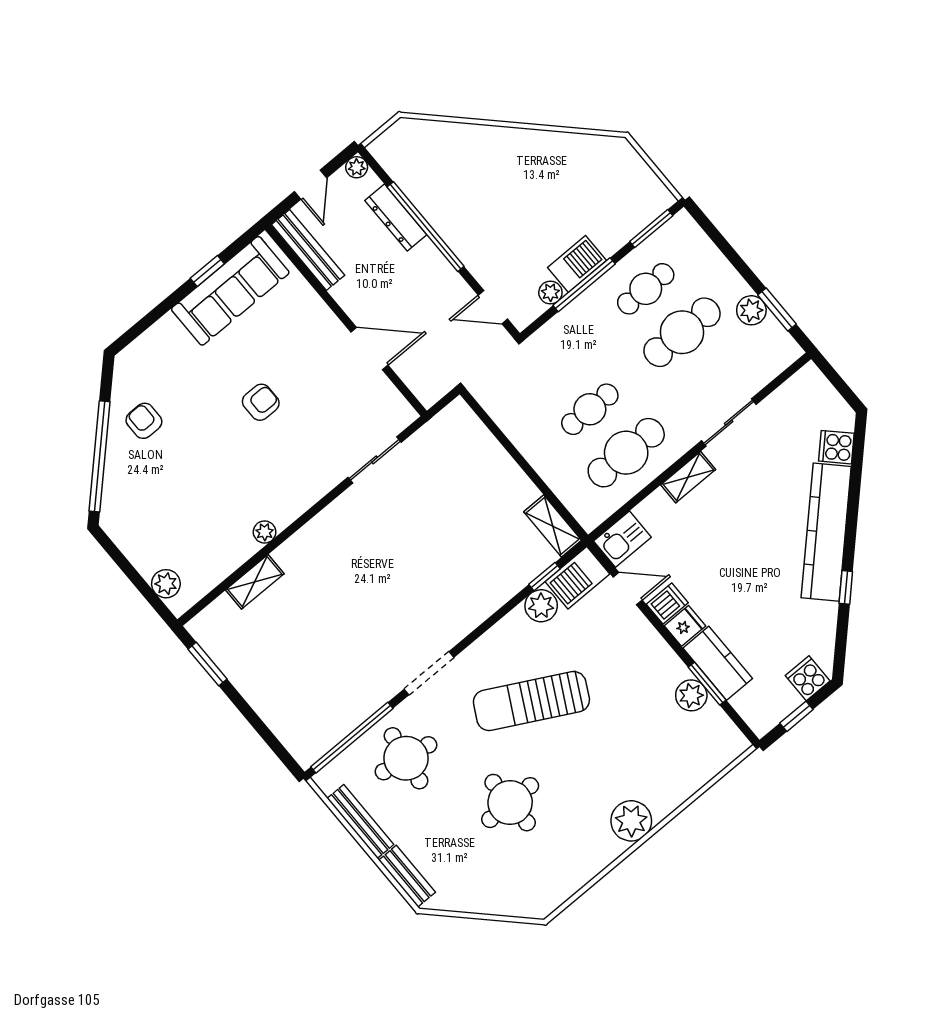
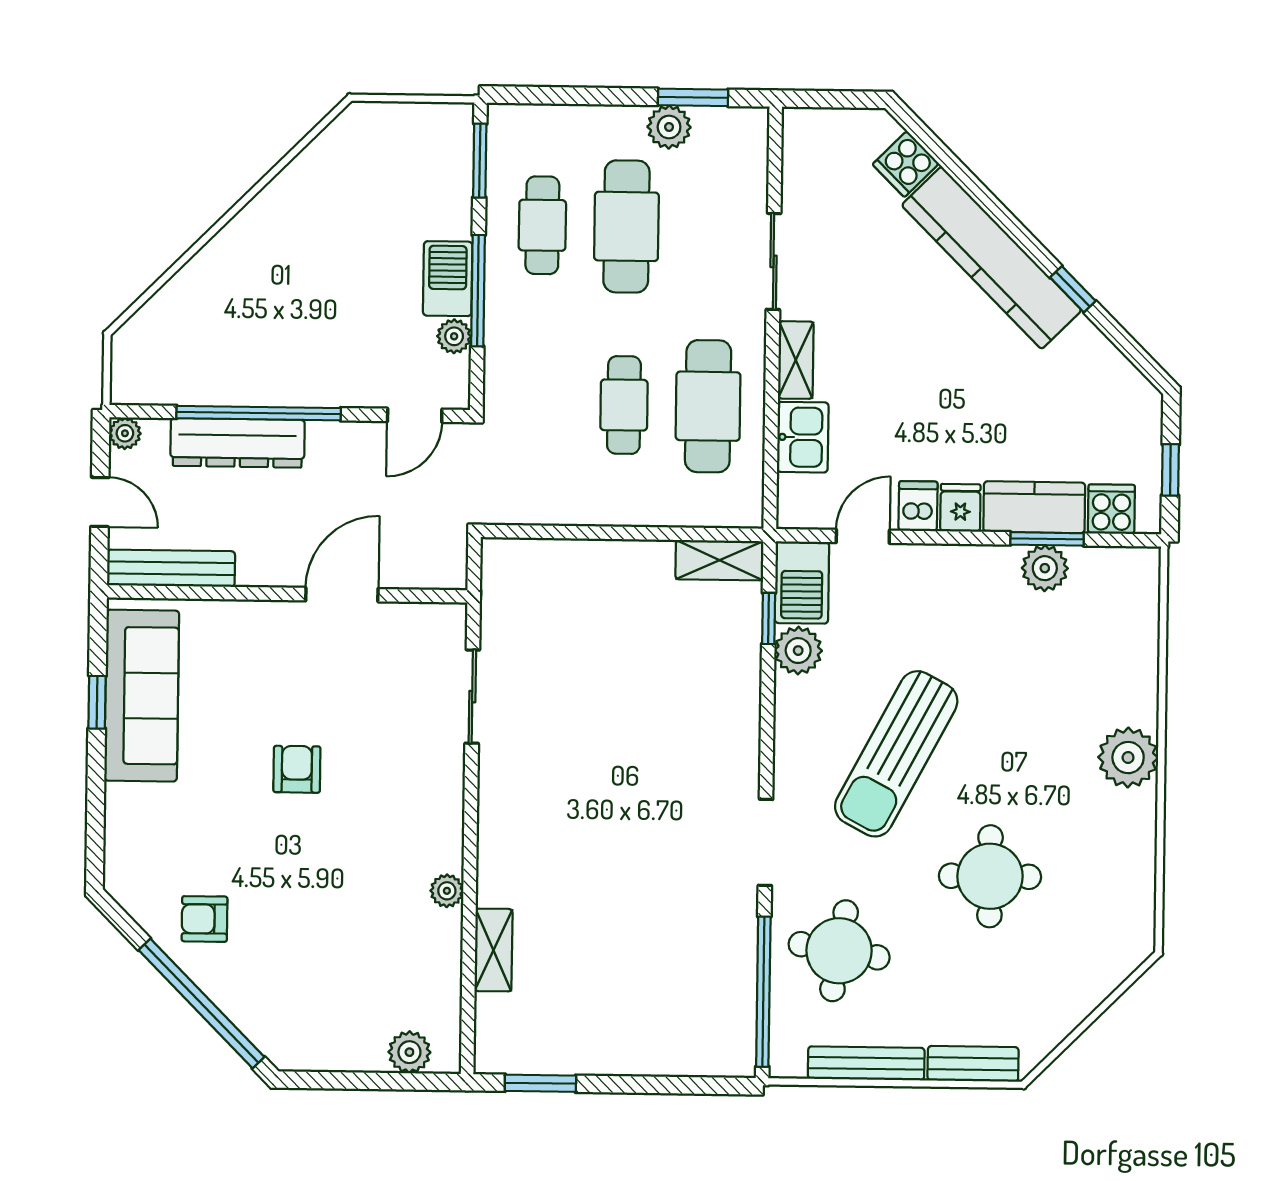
dresser: (396, 218) -> (237, 443), width x1.37, depth x1.24
kitchen sink: (622, 539) -> (803, 437), moved
cooker: (808, 678) -> (1111, 509), moved, turned 90

